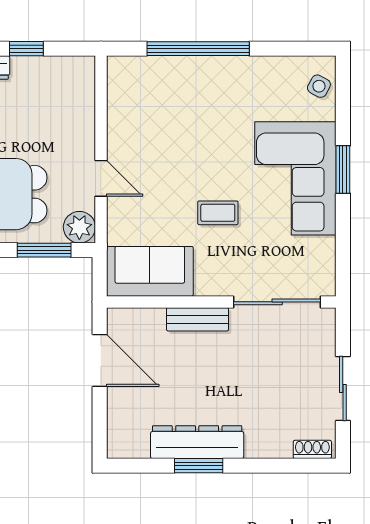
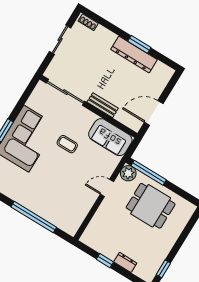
door: (101, 178) -> (107, 188), hinge flipped
window: (44, 250) -> (149, 173), width x1.44
door: (100, 360) -> (154, 113), hinge flipped

